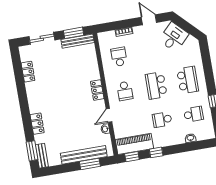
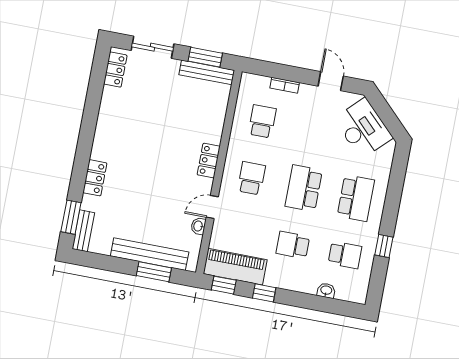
desk: (174, 37) -> (363, 128), width x1.37
locker: (28, 72) -> (115, 70), moved
school desk: (125, 91) -> (251, 178), turned 180

